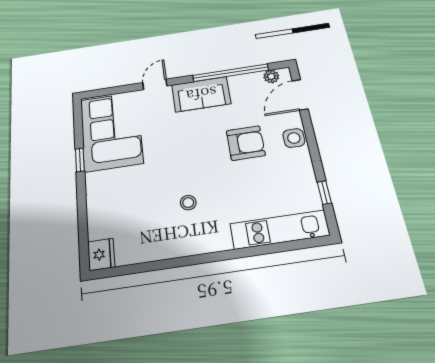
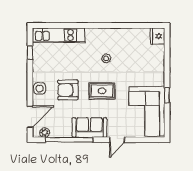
rug: (189, 150) -> (102, 91), added

